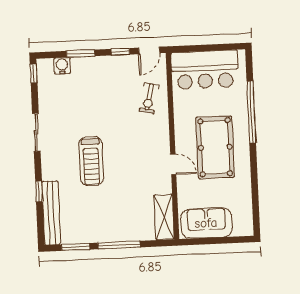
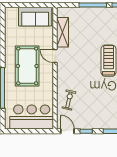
door: (149, 50) -> (67, 131), hinge flipped
shelving: (164, 217) -> (62, 32), moved

